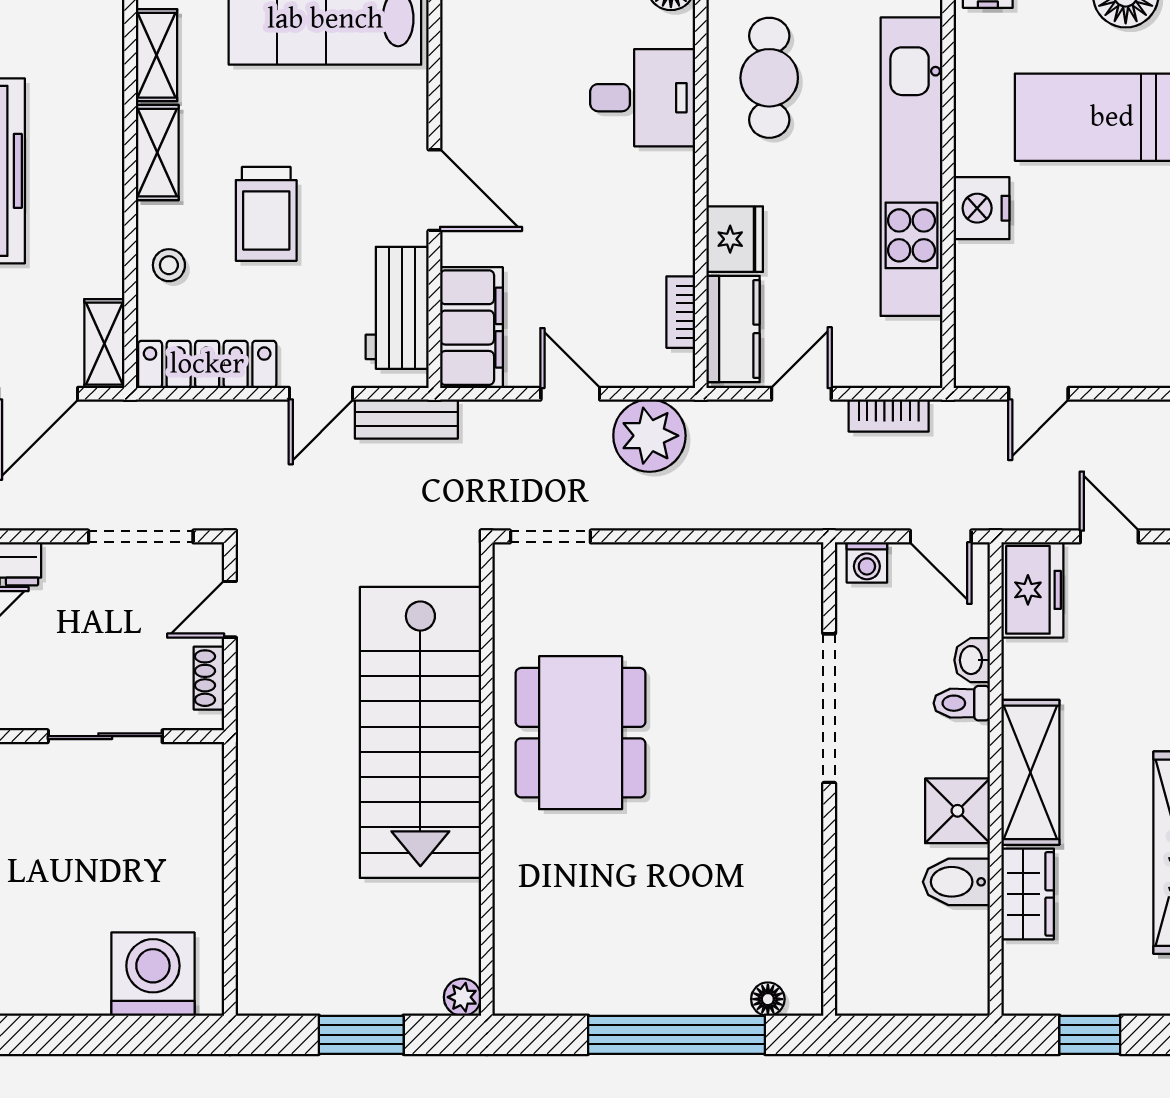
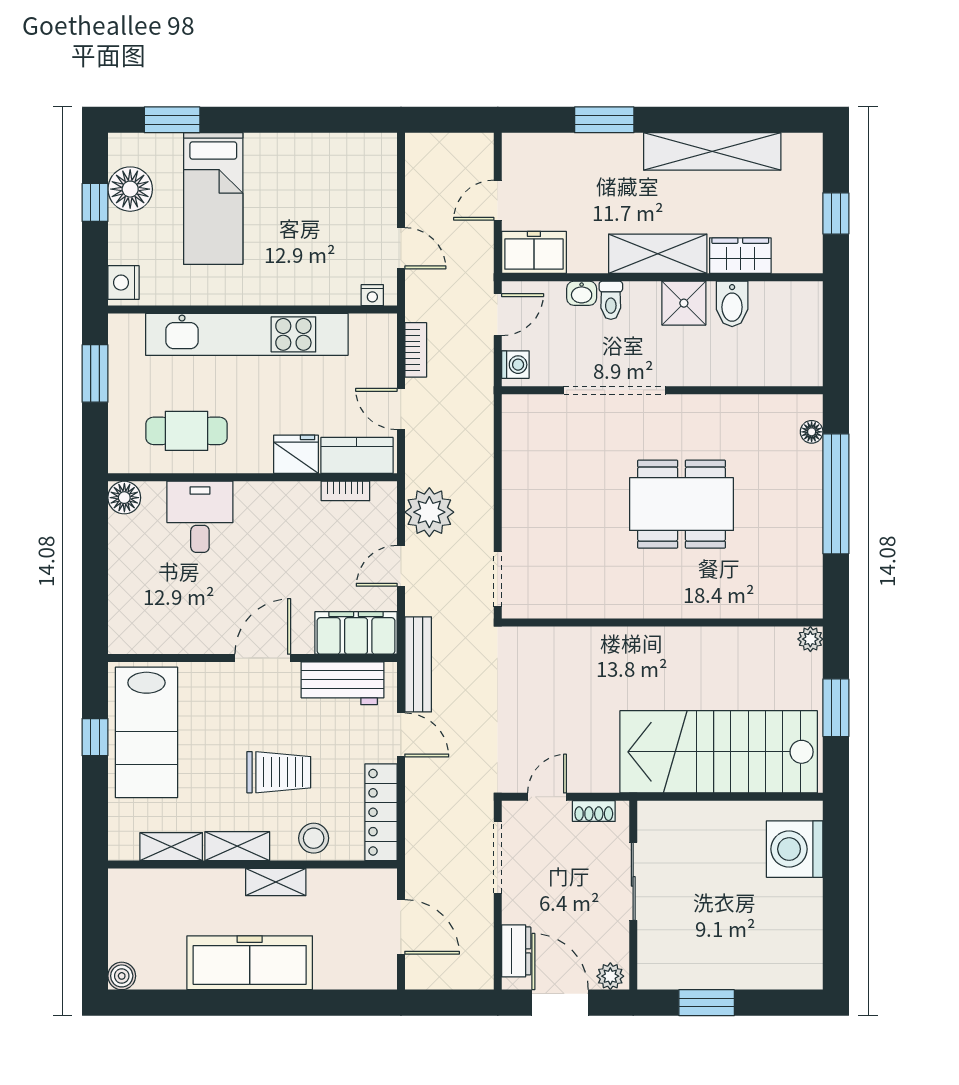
nightstand: (982, 208) -> (372, 295), moved, width x0.53, depth x0.56
stool: (169, 265) -> (314, 838), width x1.37, depth x1.37
shelving: (104, 344) -> (276, 882), moved
bench: (406, 419) -> (418, 664), width x1.36
door: (230, 609) -> (547, 797), swing flipped
stairs: (420, 732) -> (719, 752), moved, turned 180
dining table: (581, 733) -> (682, 504), moved

